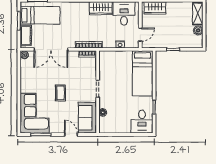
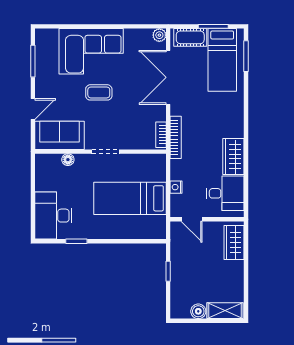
bed: (143, 73) -> (130, 198), moved
corner sofa: (35, 113) -> (91, 51), moved
desk: (142, 122) -> (53, 216), width x1.37

